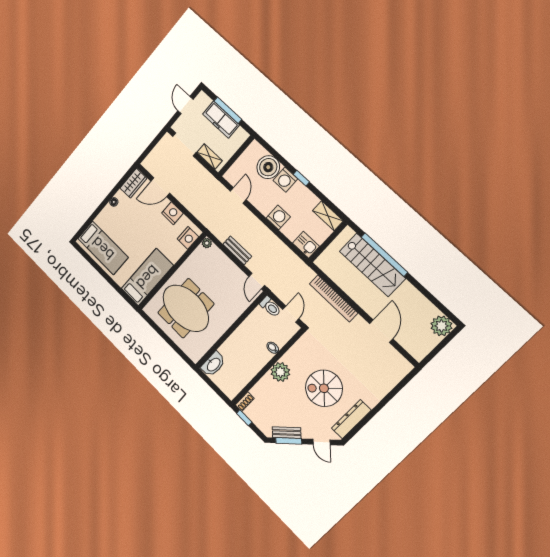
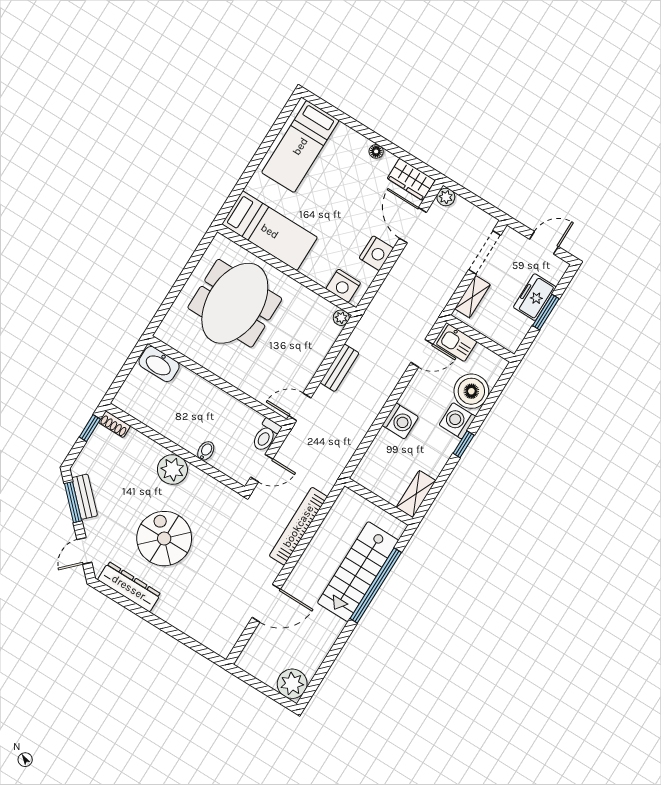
window: (228, 110) -> (546, 312), width x0.69
freezer: (221, 120) -> (535, 297), width x0.71
plant: (147, 163) -> (446, 197), added
kitchen sink: (306, 245) -> (457, 343), moved, turned 90

